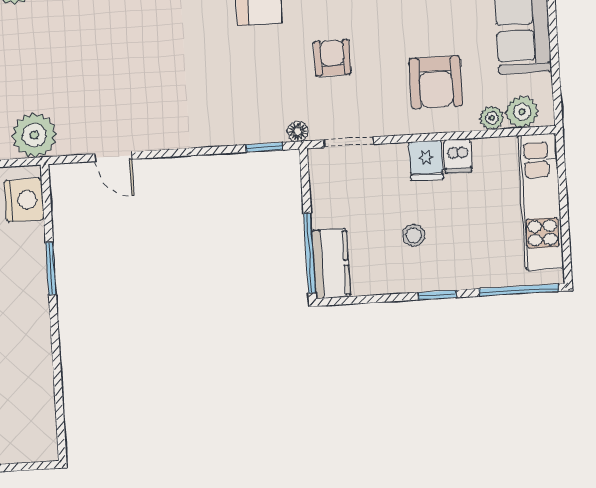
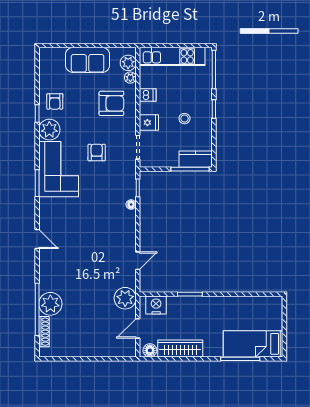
armchair: (332, 58) -> (97, 153), turned 90
floor lamp: (298, 131) -> (131, 205), moved
fridge: (426, 161) -> (149, 123), moved

